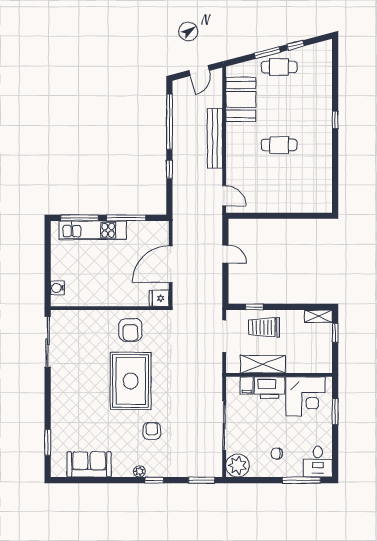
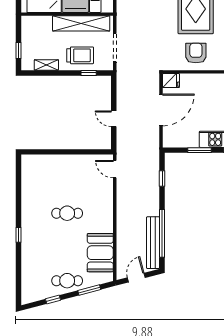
window: (267, 53) -> (89, 290), moved
bench: (215, 138) -> (153, 243), moved
window: (169, 169) -> (162, 178), moved
window: (126, 218) -> (200, 150), width x0.69
shelving: (318, 316) -> (46, 65), moved
shelving: (263, 364) -> (81, 23), width x1.47

